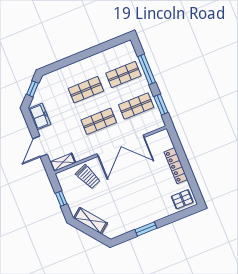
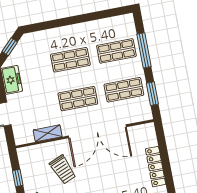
shelving: (63, 162) -> (48, 133), moved
trolley: (88, 177) -> (63, 169), moved

